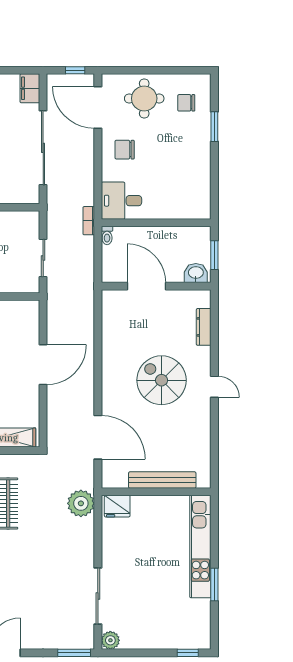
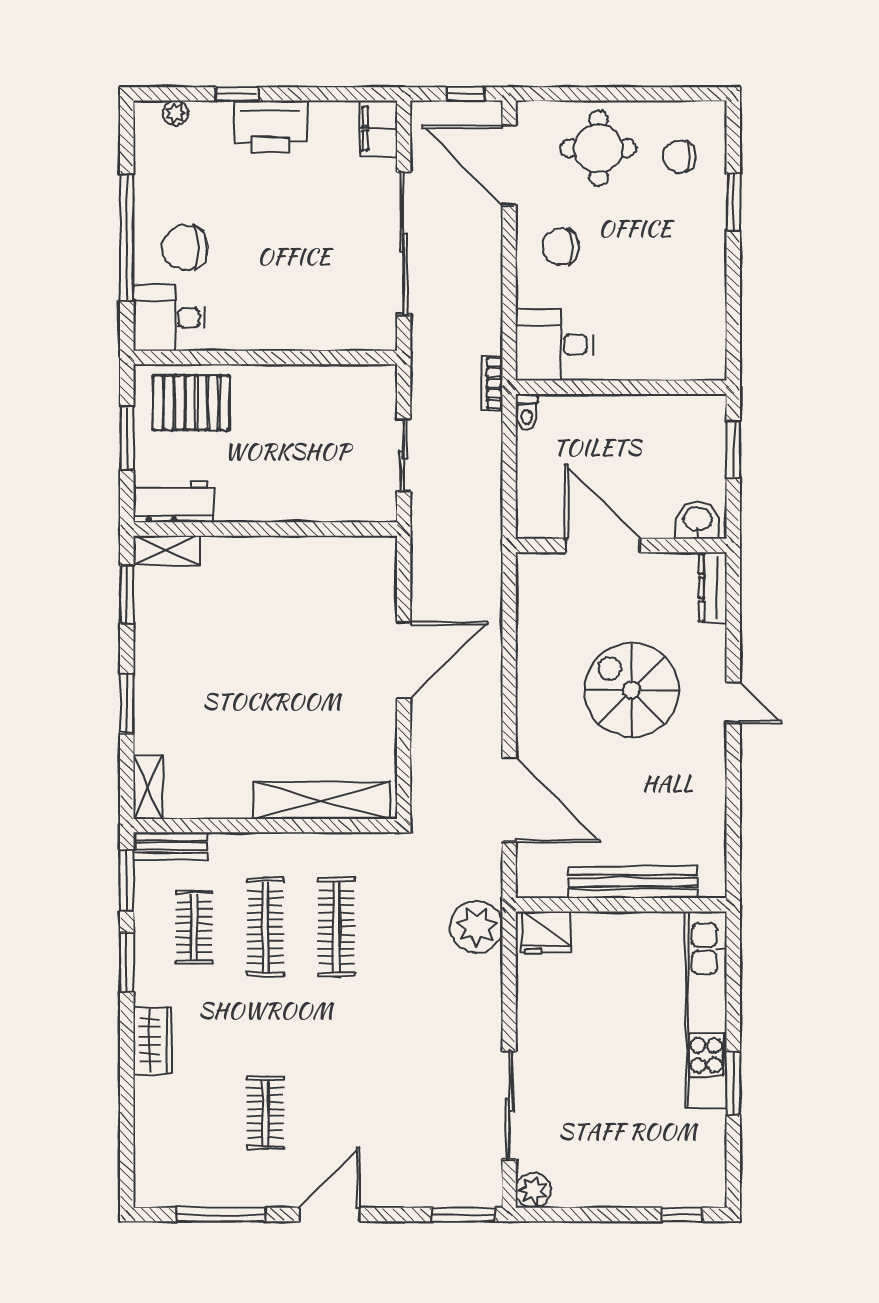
washbasin: (196, 273) -> (698, 520), moved
door: (146, 286) -> (603, 545), moved
wall: (156, 286) -> (621, 545), moved

